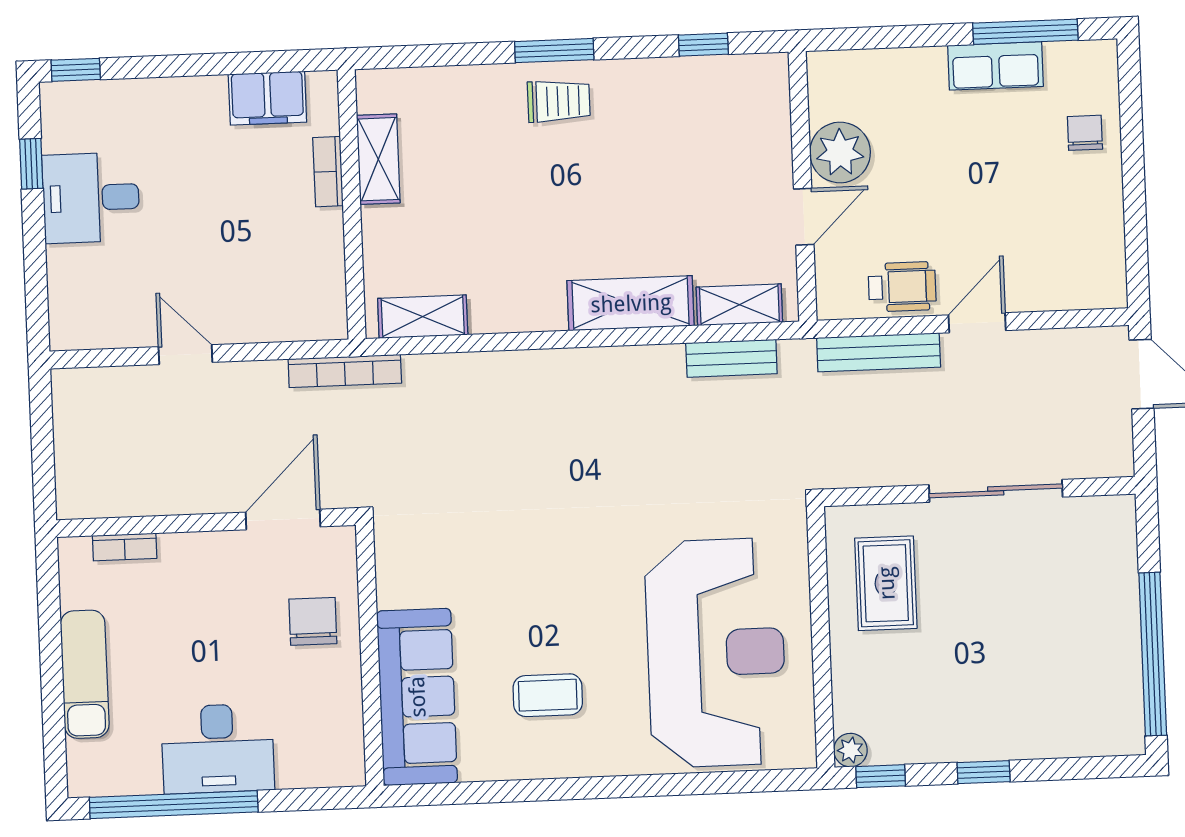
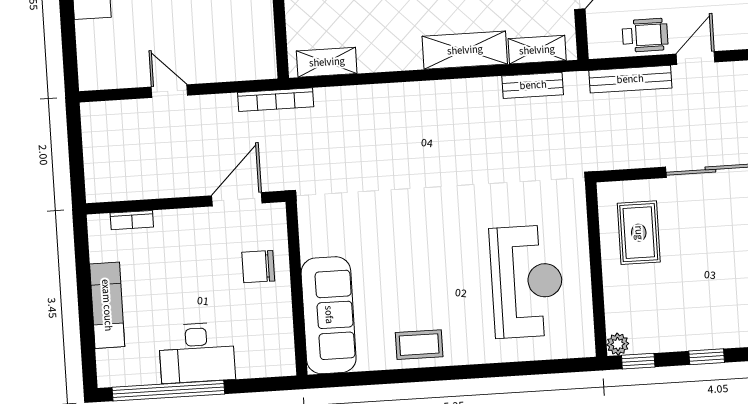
chair: (313, 621) -> (258, 267), turned -90
reception desk: (716, 653) -> (527, 281), width x0.74, depth x0.77
coffee table: (548, 695) -> (419, 345), moved

